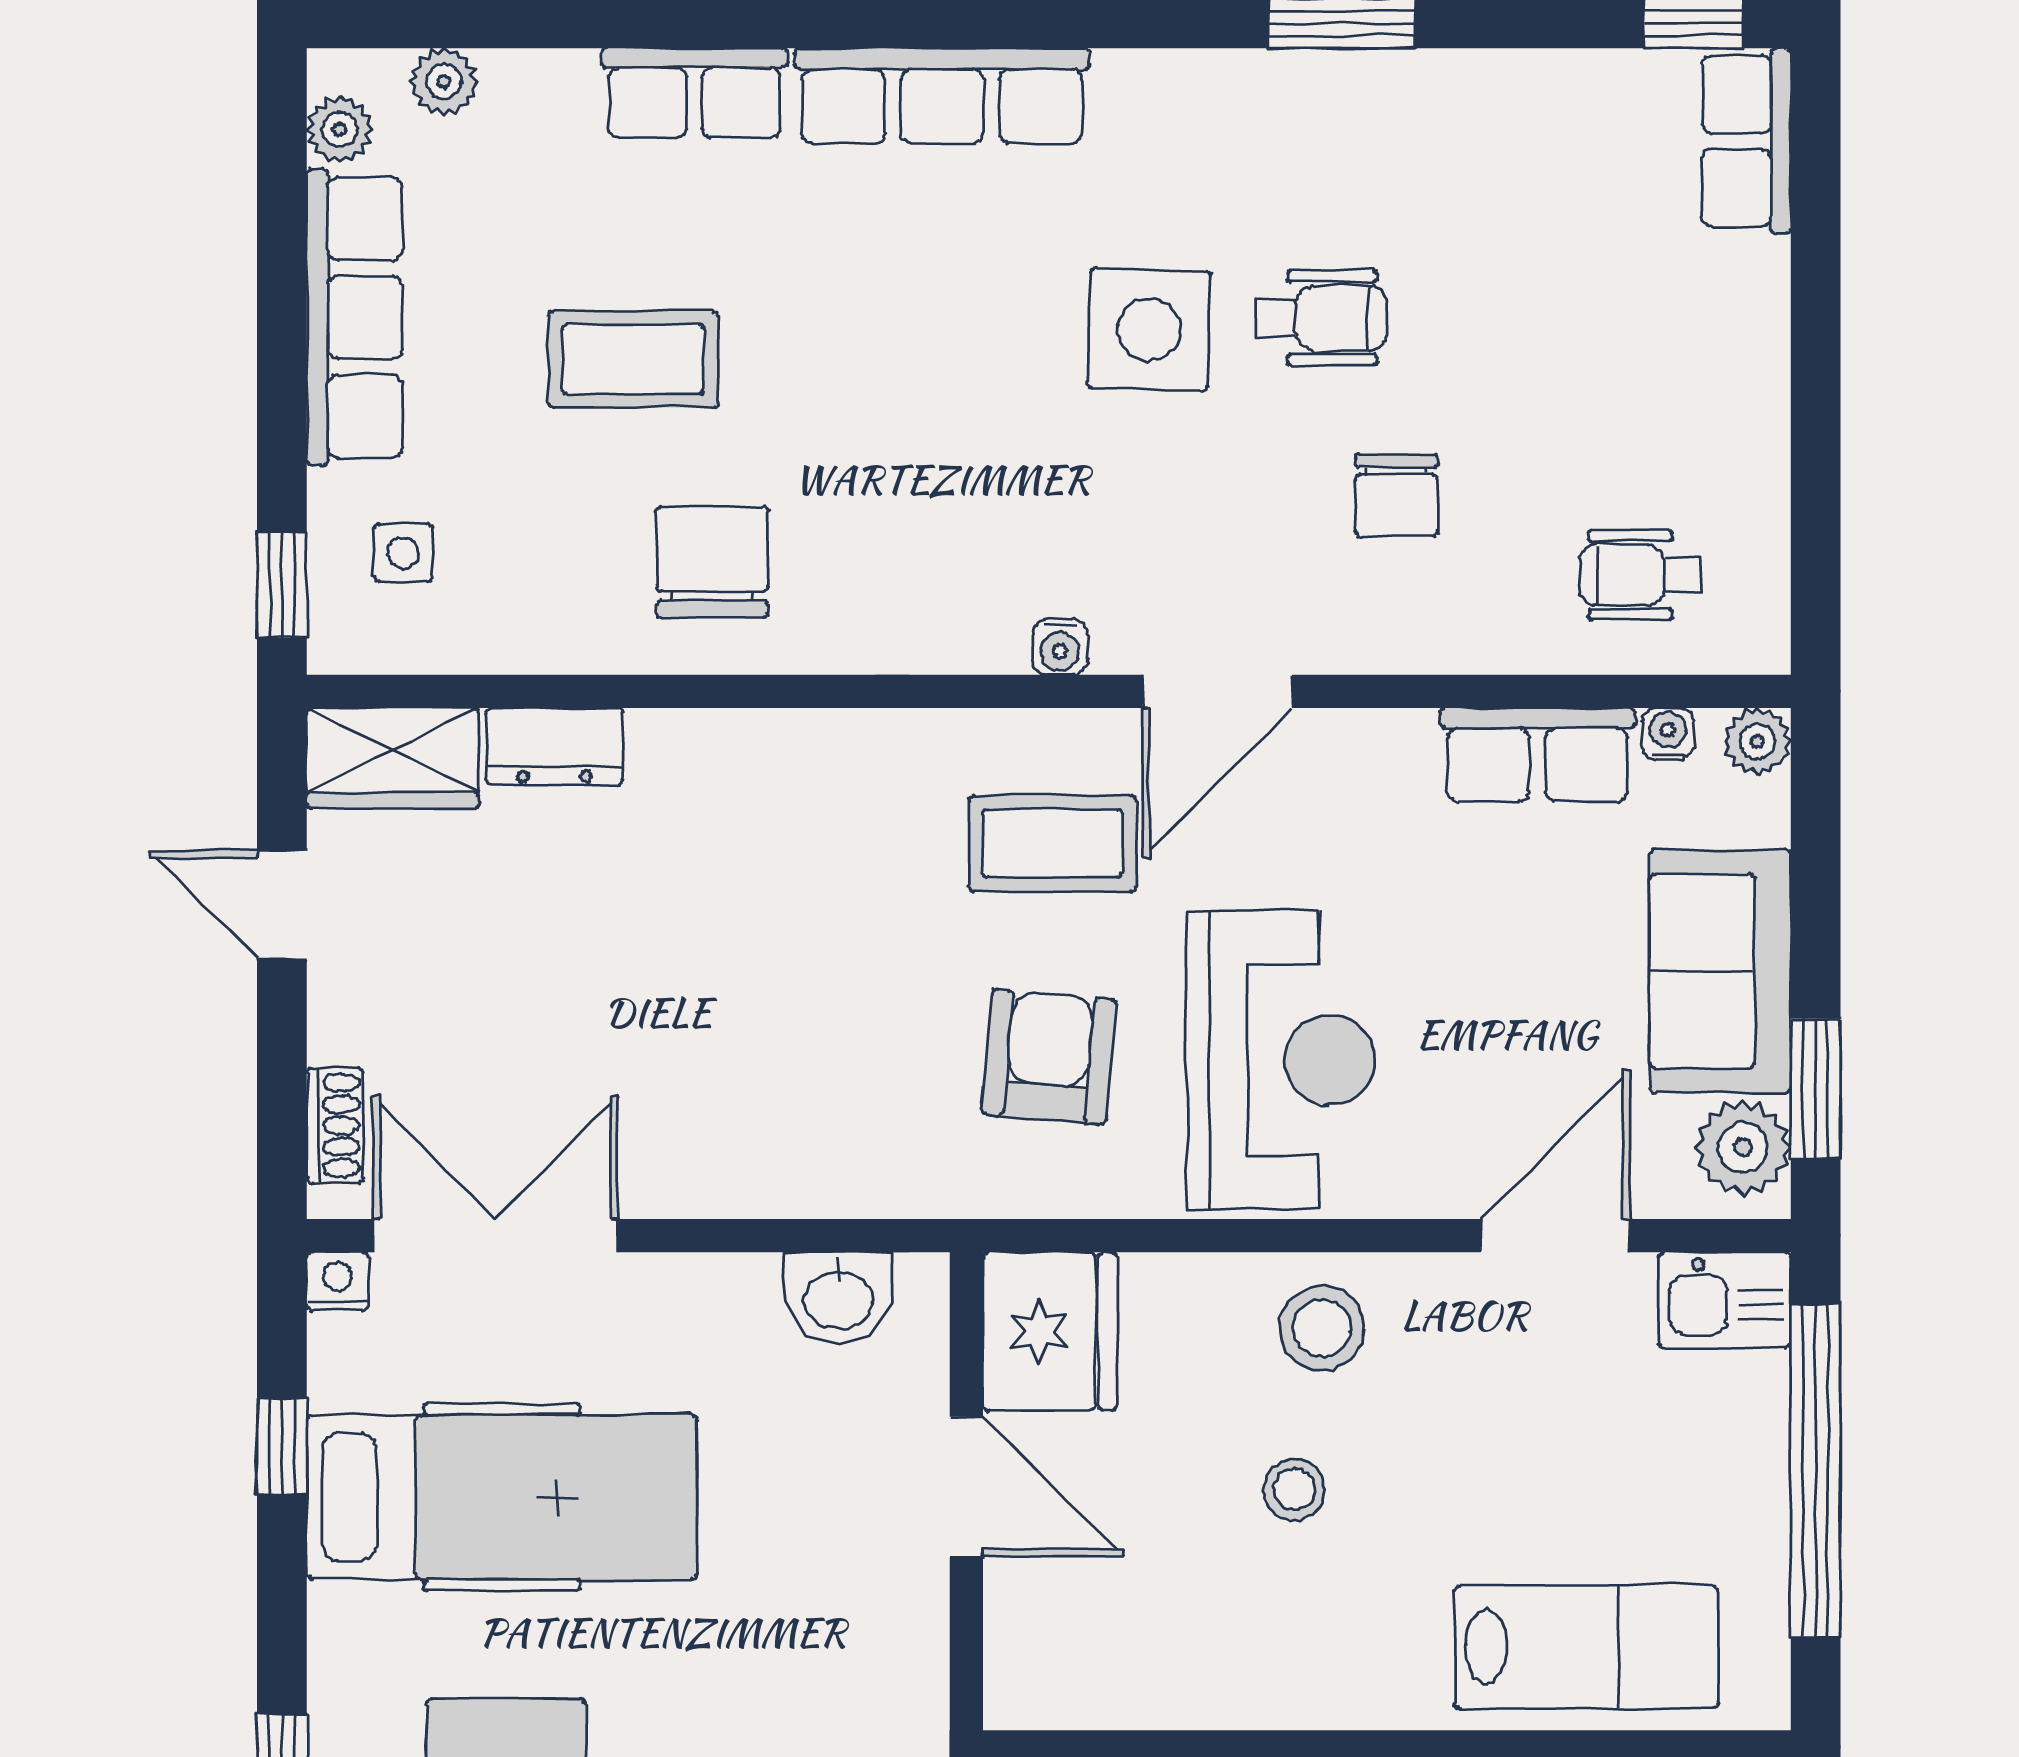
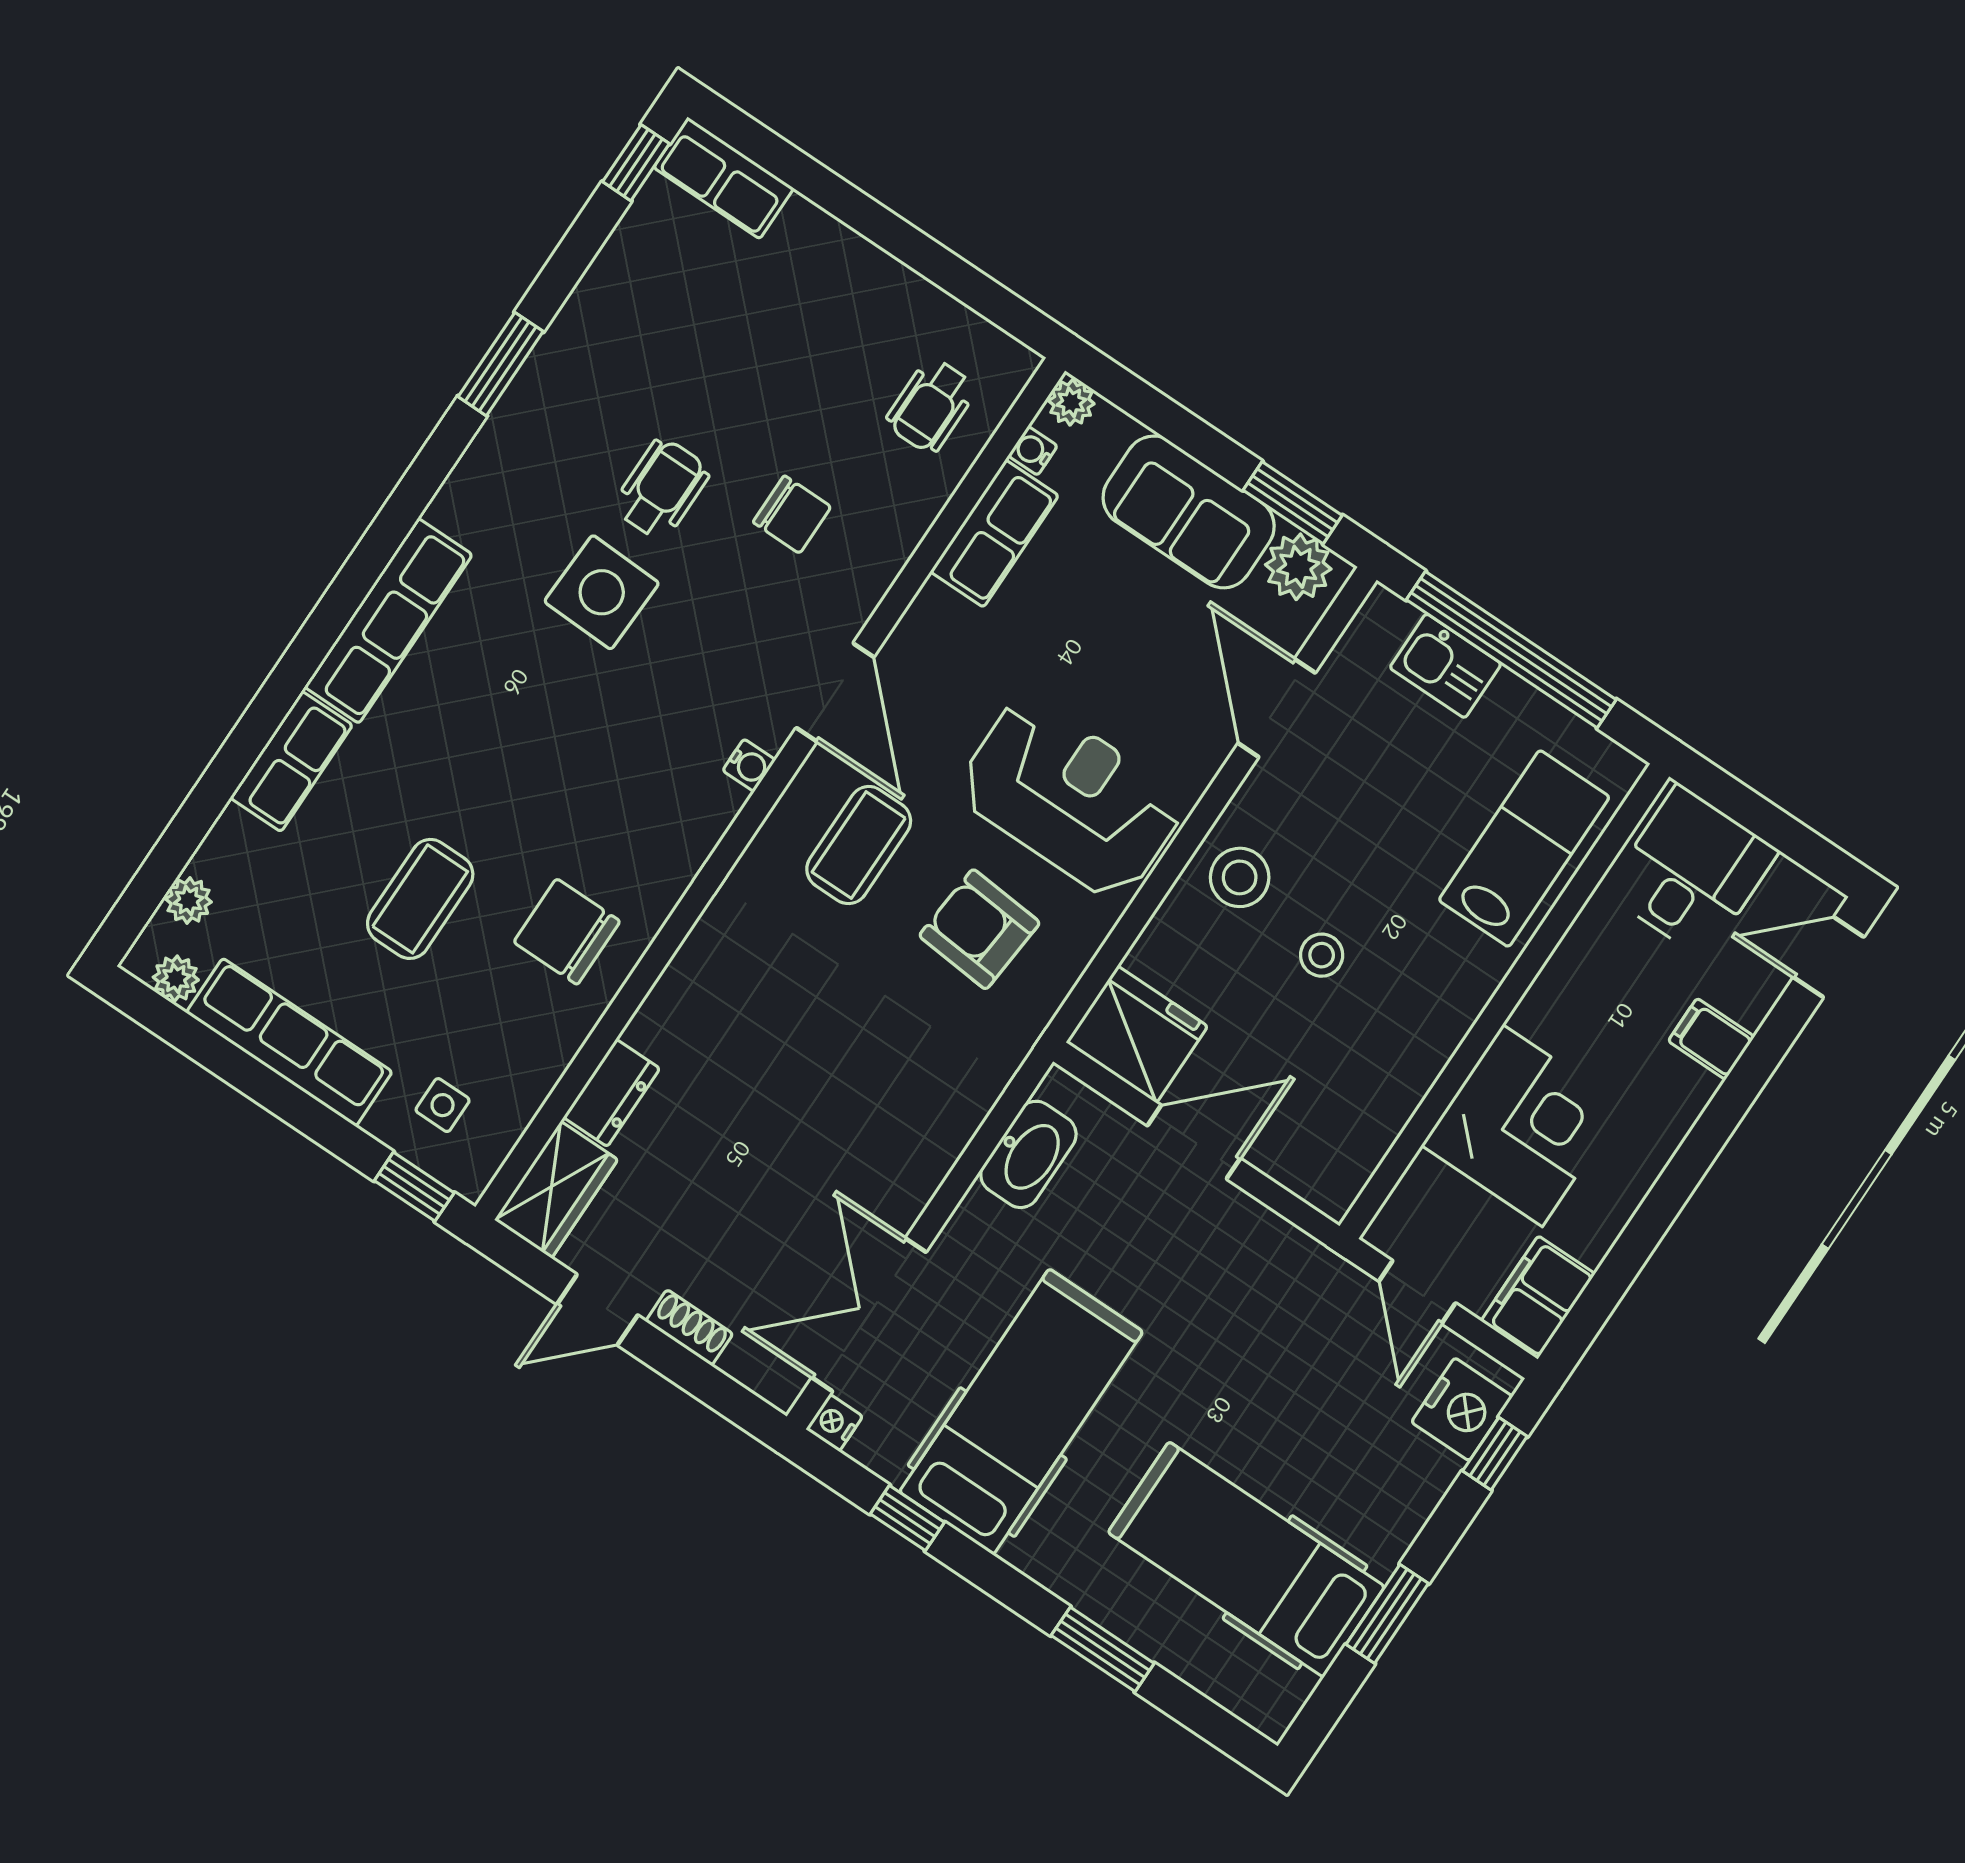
shoe rack: (335, 1125) -> (689, 1328), moved
washbasin: (838, 1298) -> (1028, 1154), width x1.38
kitchen sink: (1725, 1300) -> (1445, 666), moved, turned 90

